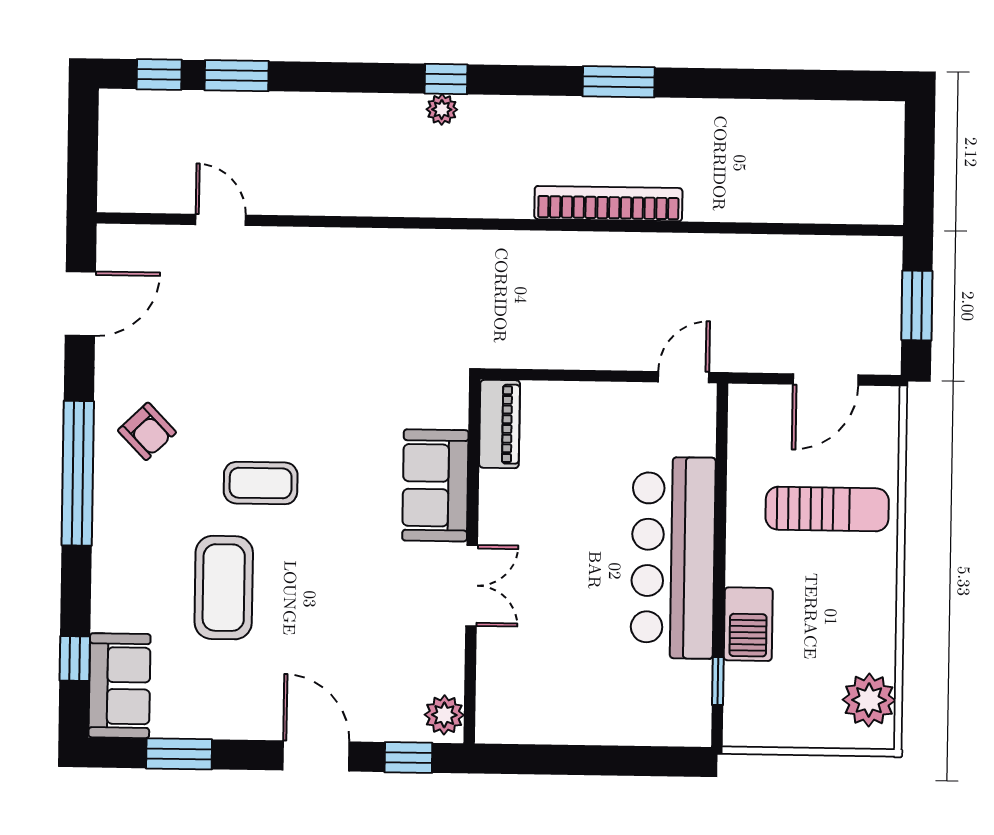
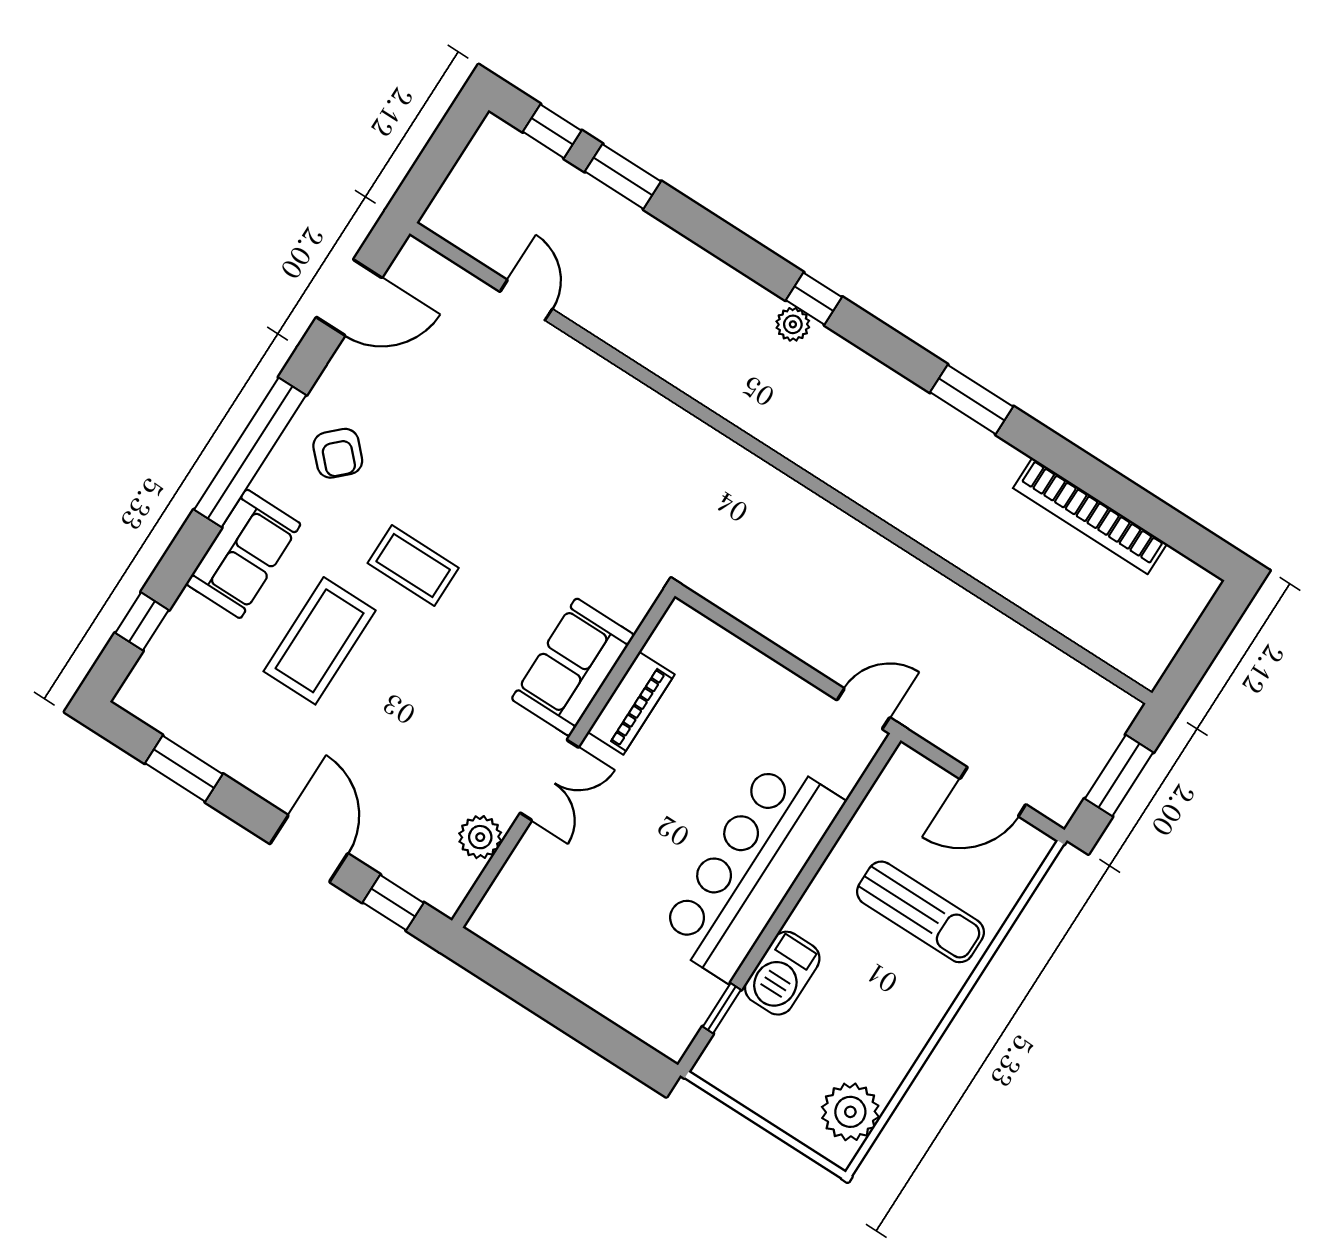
bookcase: (608, 204) -> (1090, 516), moved, turned 180
piano: (500, 424) -> (631, 703), moved
sofa: (120, 686) -> (243, 554), moved
plant: (444, 715) -> (480, 837), moved

